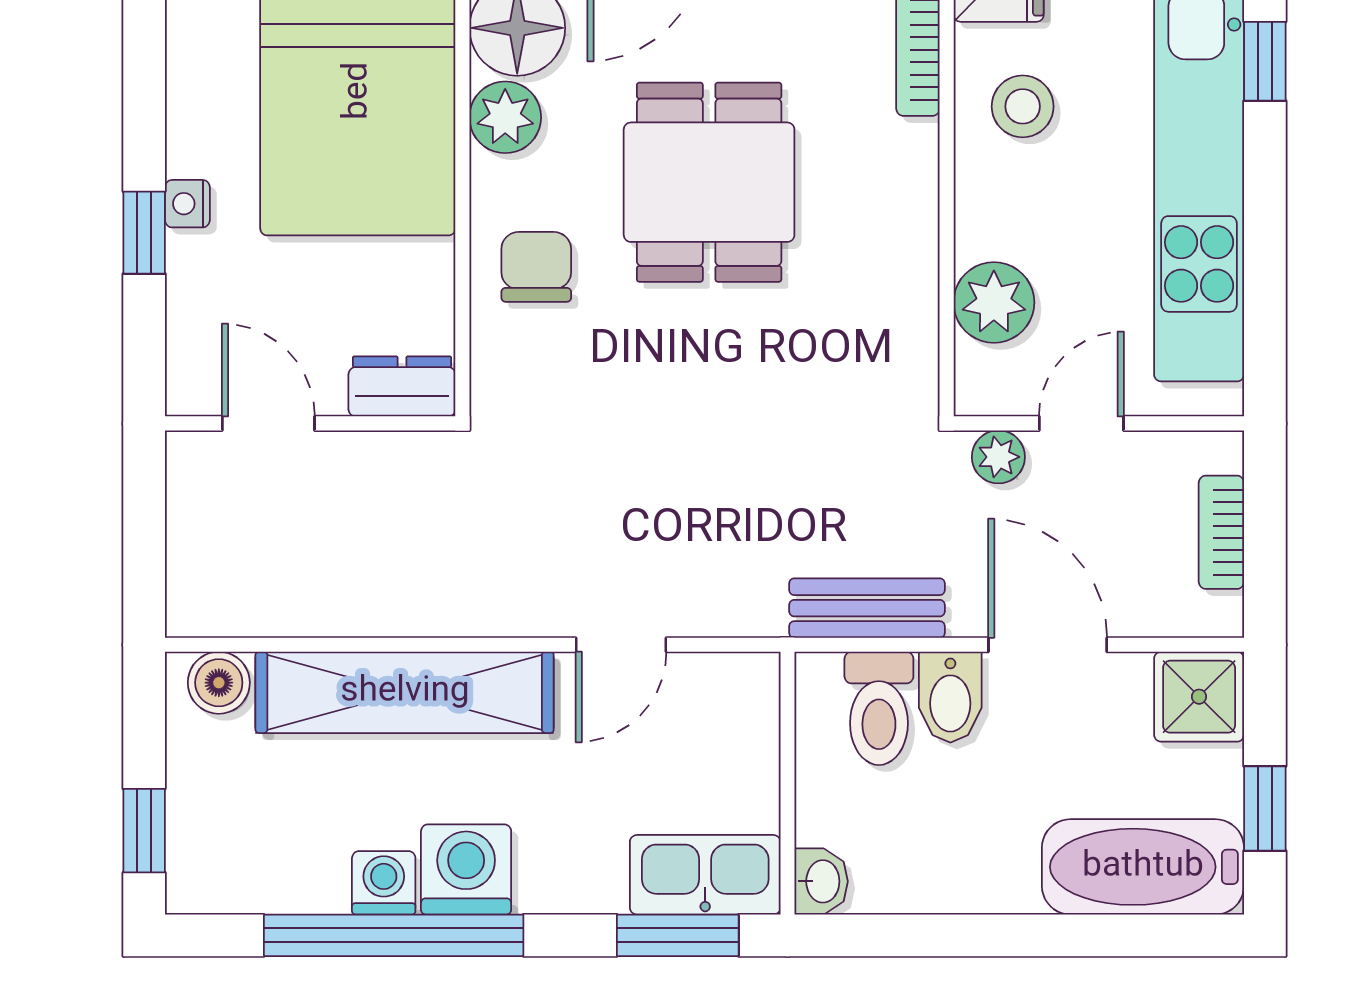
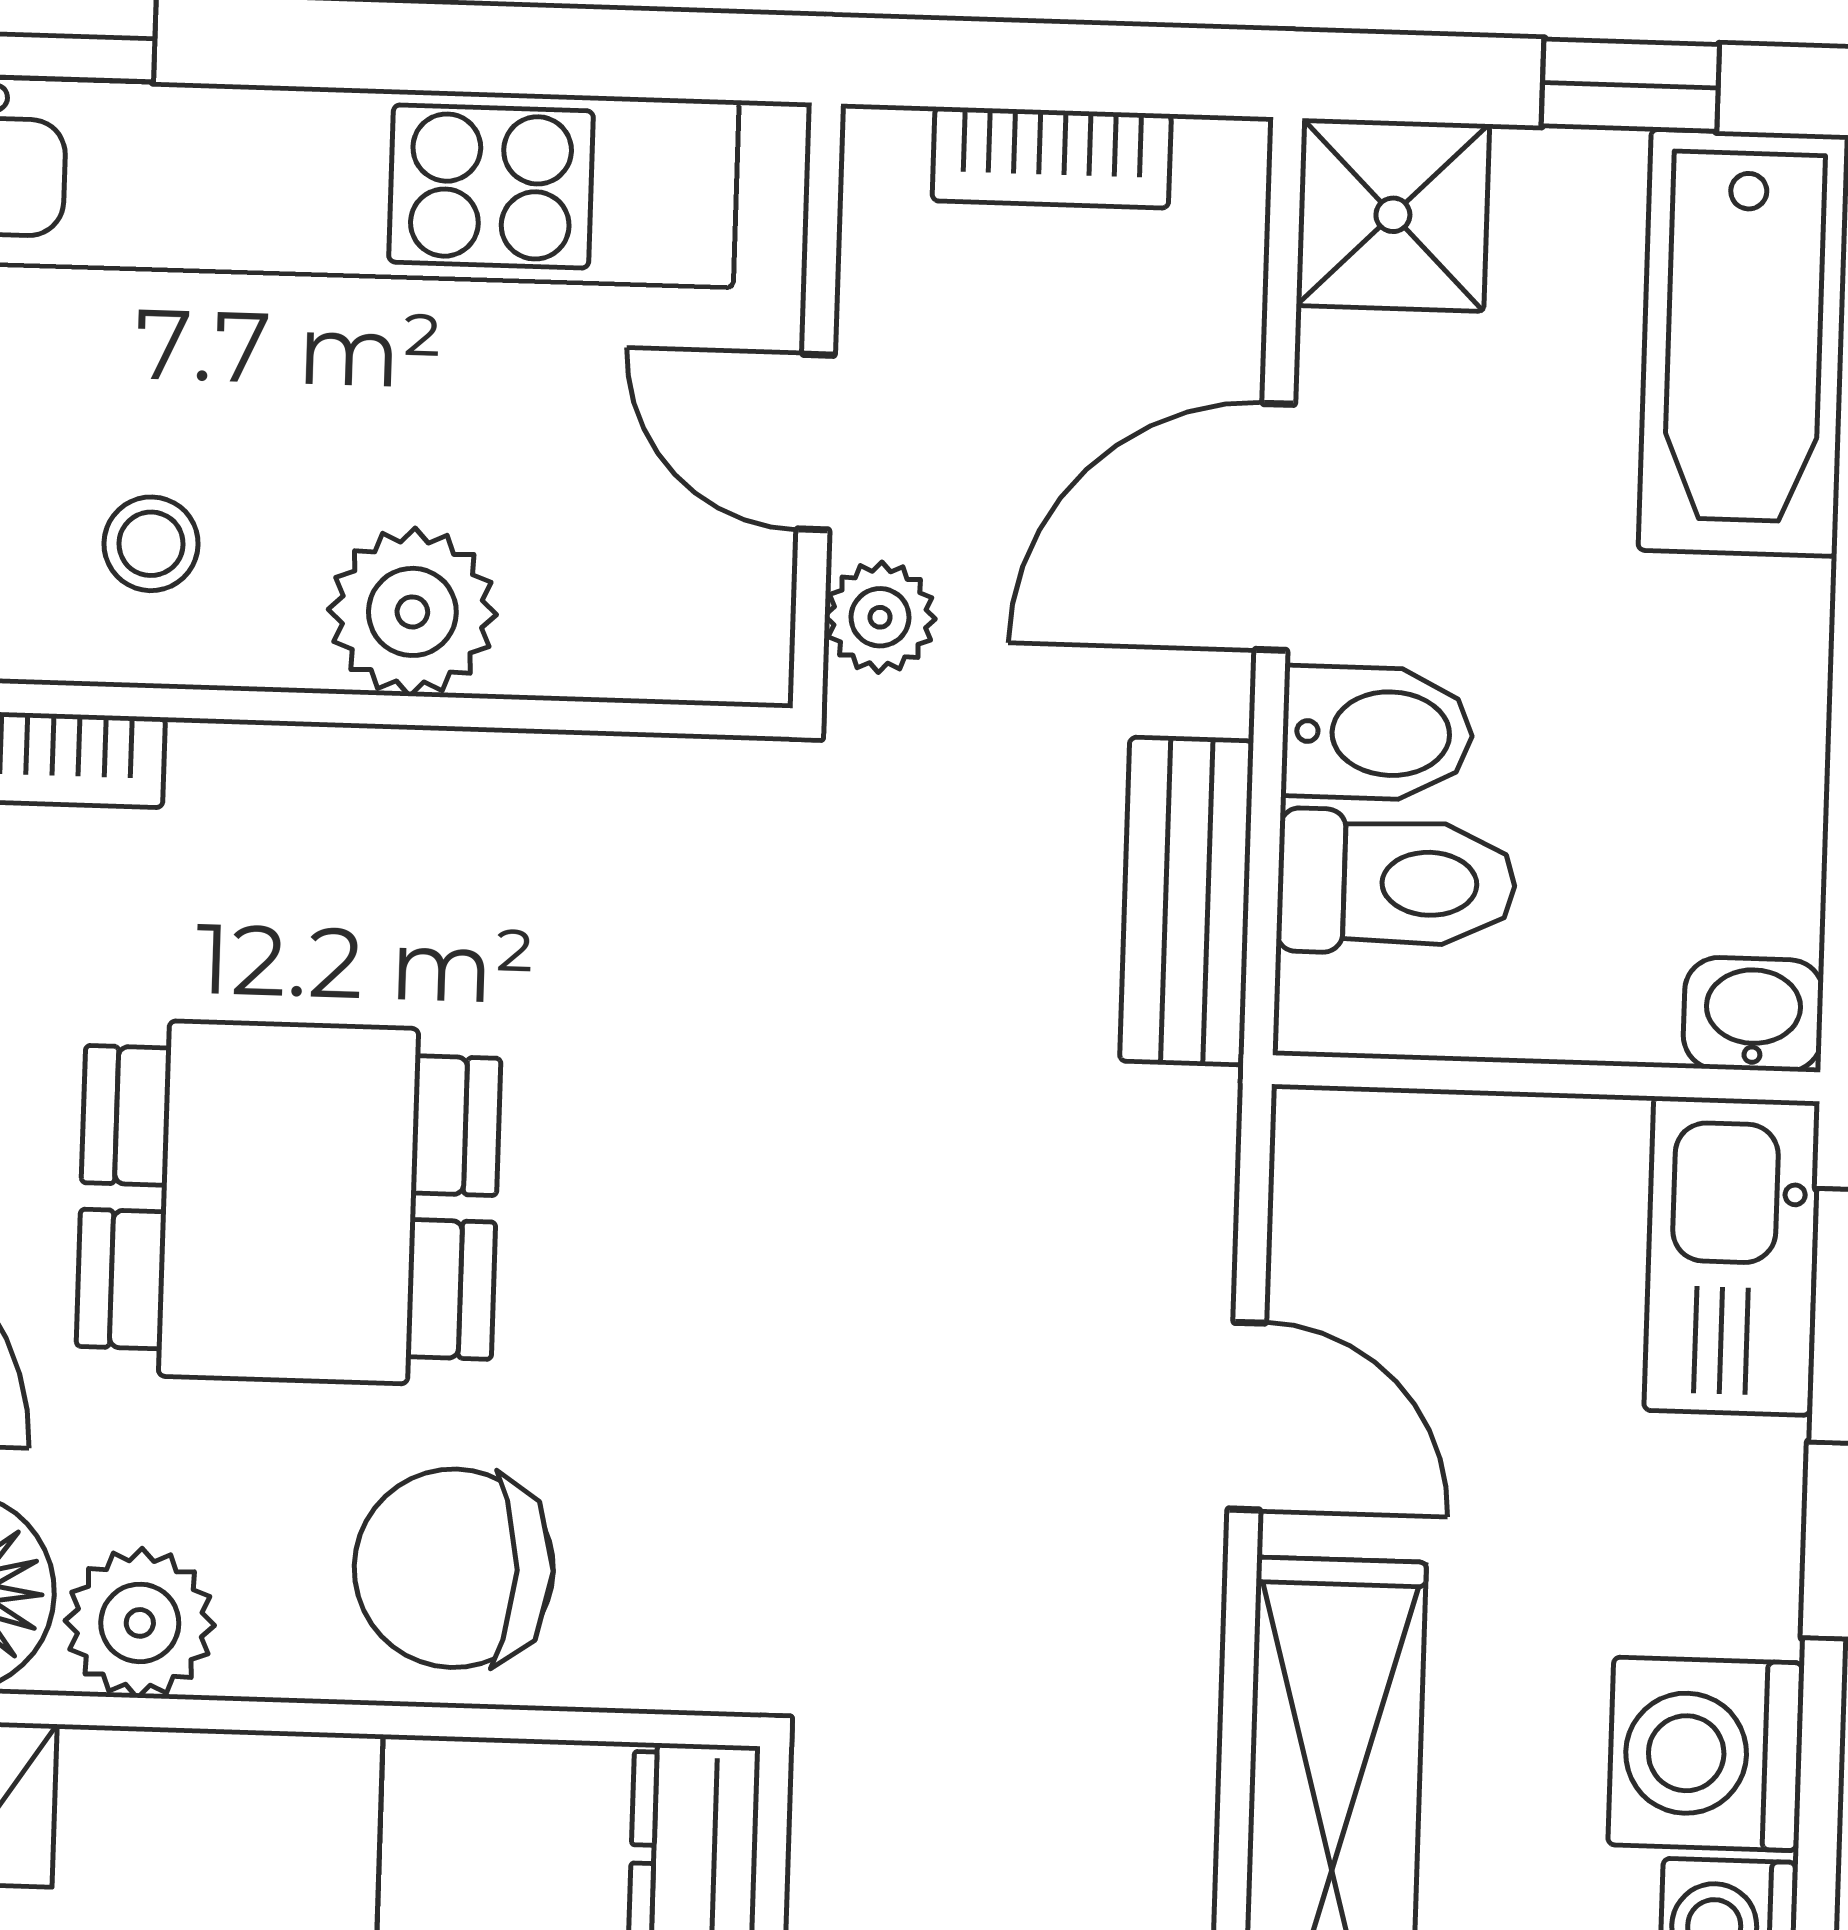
stool: (1023, 106) -> (151, 544), width x0.73, depth x0.73
chair: (536, 267) -> (454, 1568), width x1.37, depth x1.37
plant: (994, 302) -> (412, 612), moved

